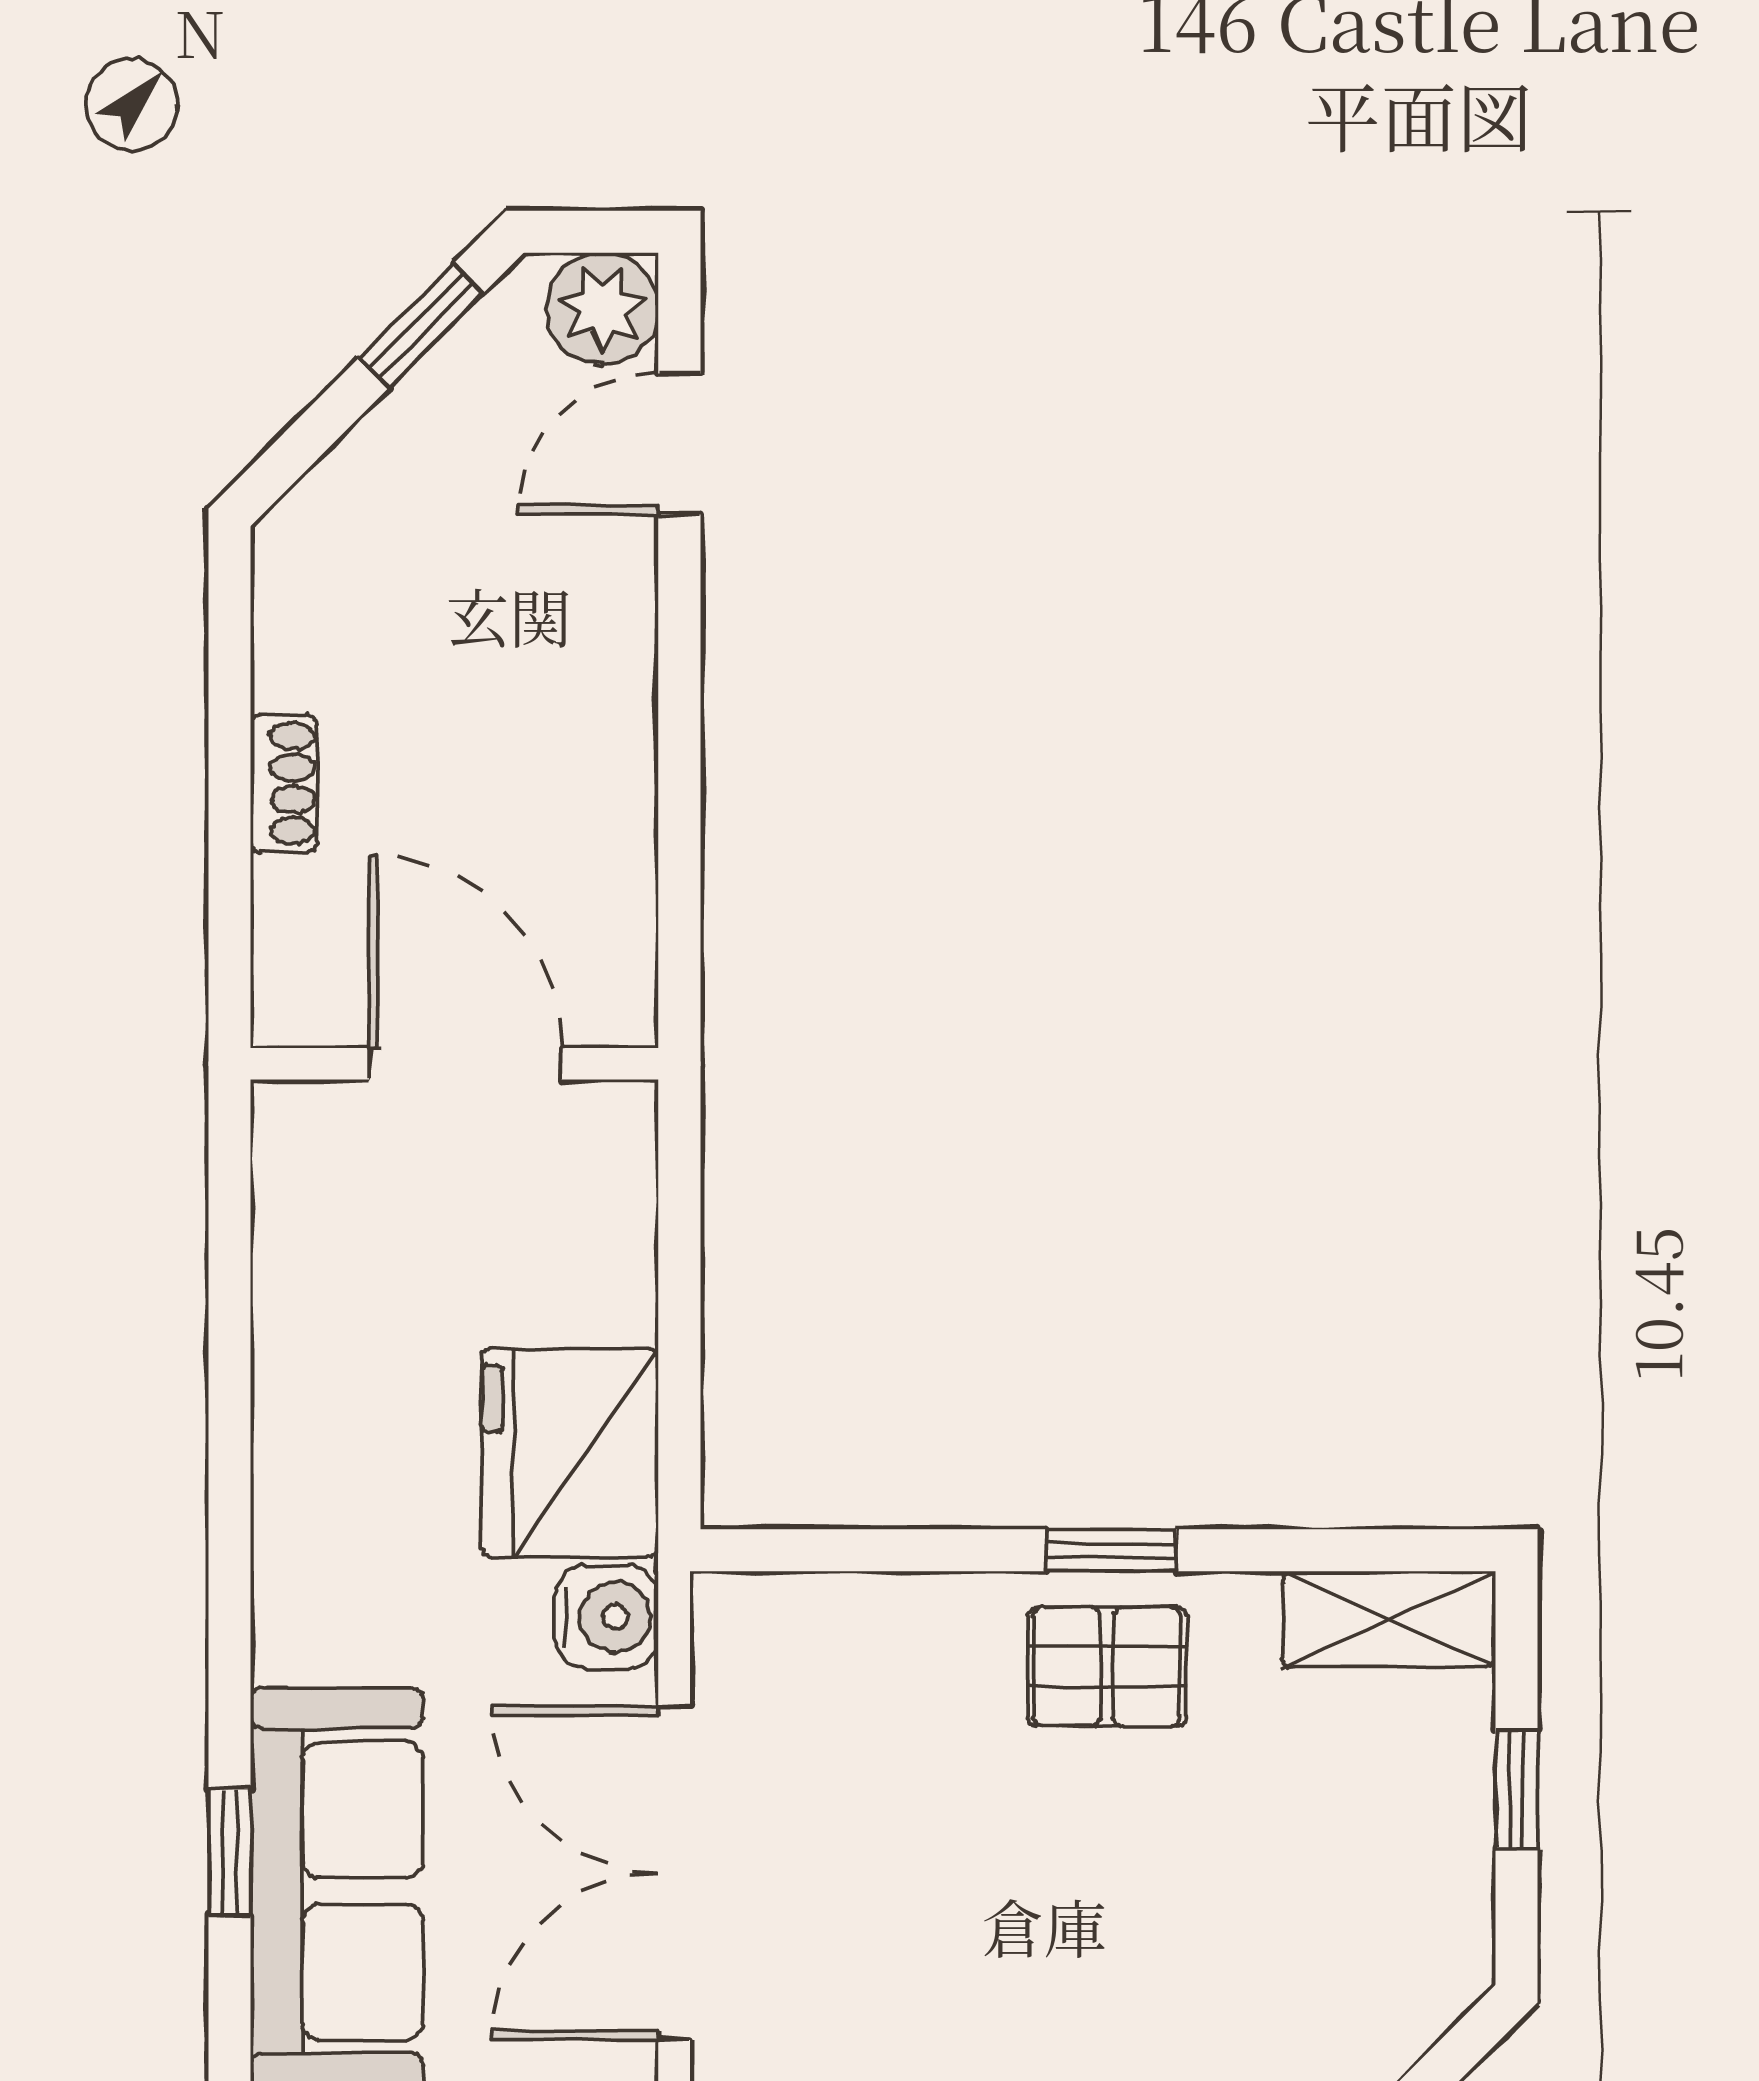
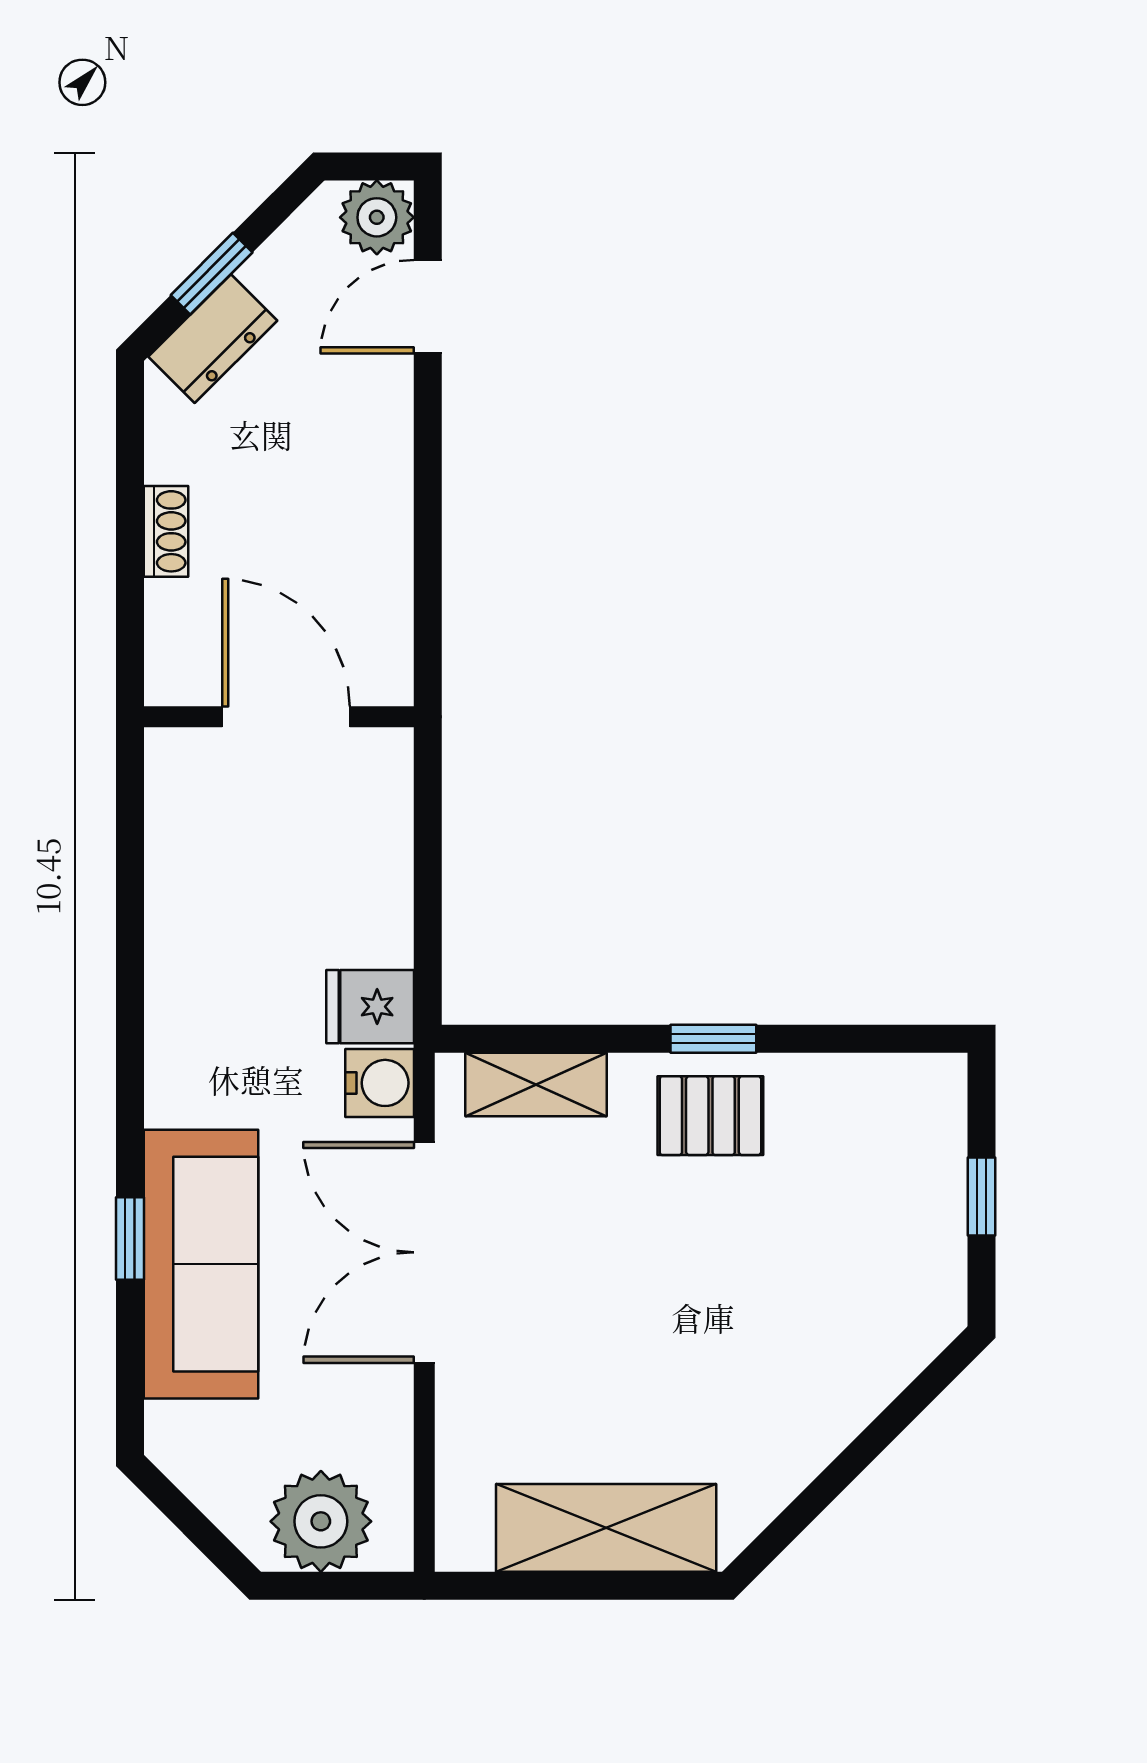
window: (421, 326) -> (212, 274), moved
dresser: (354, 492) -> (213, 339), added
fridge: (570, 1453) -> (370, 1007), width x0.53, depth x0.75
shelving: (1389, 1619) -> (536, 1084), moved

